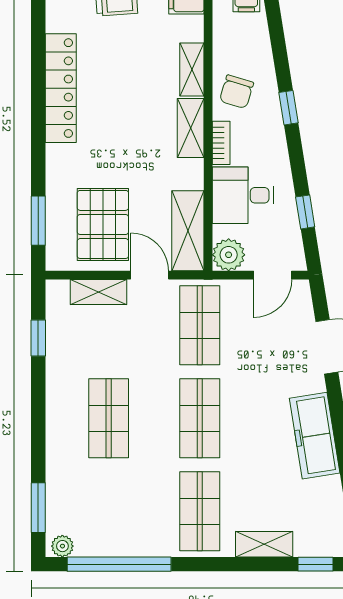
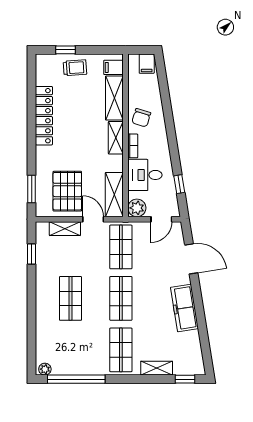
shelving: (192, 69) -> (114, 98), width x1.50, depth x1.33
window: (288, 108) -> (170, 127), removed
window: (38, 508) -> (32, 348), removed

